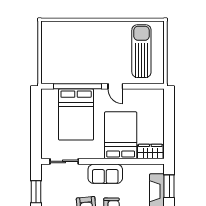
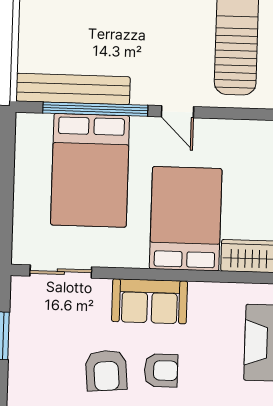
bench: (67, 77) -> (73, 89), added

